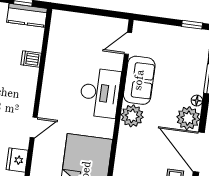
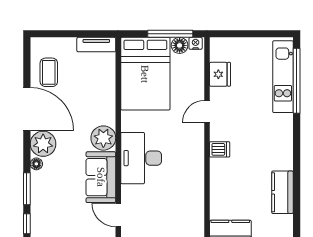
door: (128, 43) -> (118, 215), swing flipped
dishwasher: (31, 59) -> (220, 149), moved

